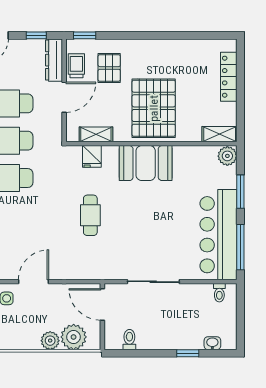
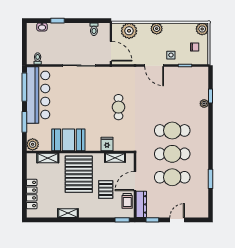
shelving: (171, 46) -> (68, 213), added
pallet: (109, 68) -> (106, 189), moved
shelving: (220, 134) -> (48, 158), moved
fridge: (92, 156) -> (107, 144), moved
booth: (146, 163) -> (68, 140), moved
door: (34, 282) -> (154, 66), hinge flipped
plant: (50, 341) -> (157, 29), moved

